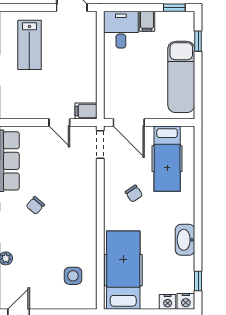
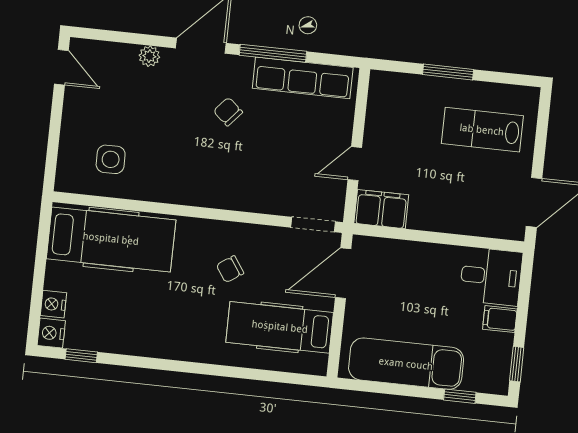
filing cabinet: (86, 111) -> (381, 209), width x2.00
washbasin: (185, 240) -> (149, 342), removed

